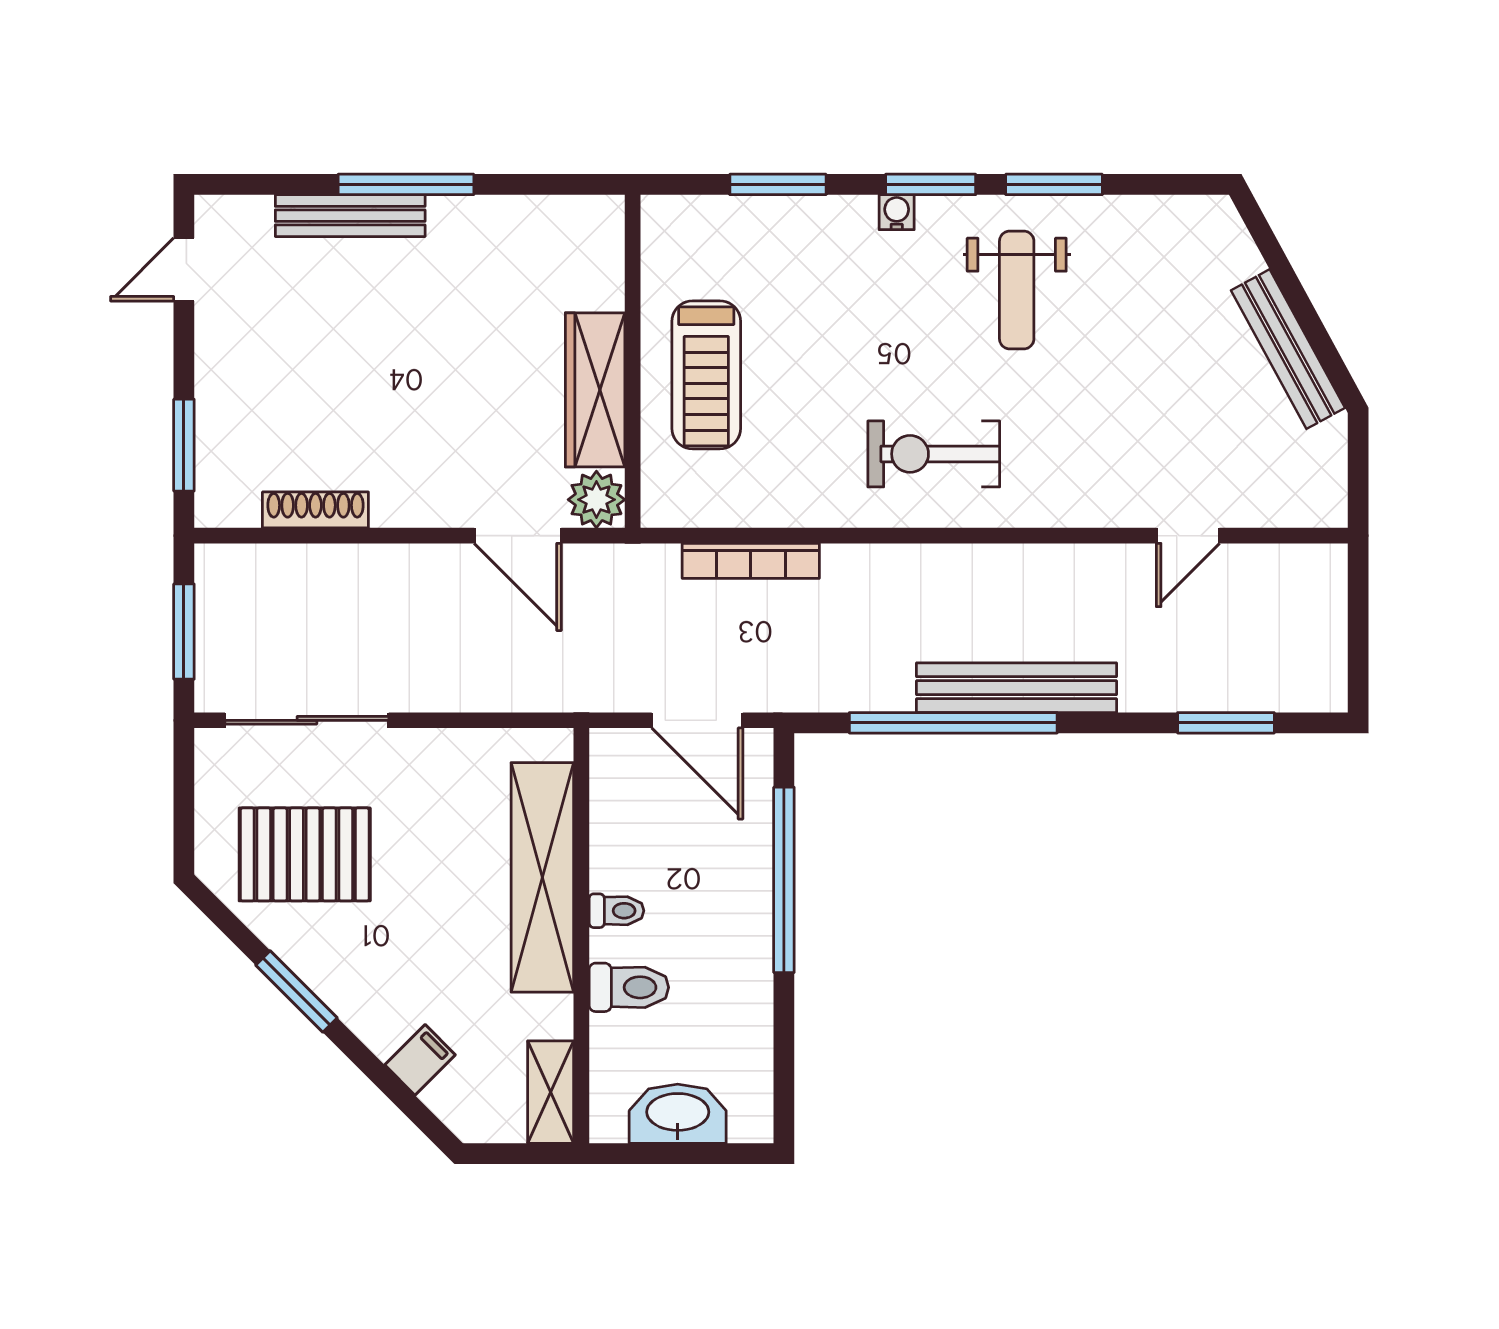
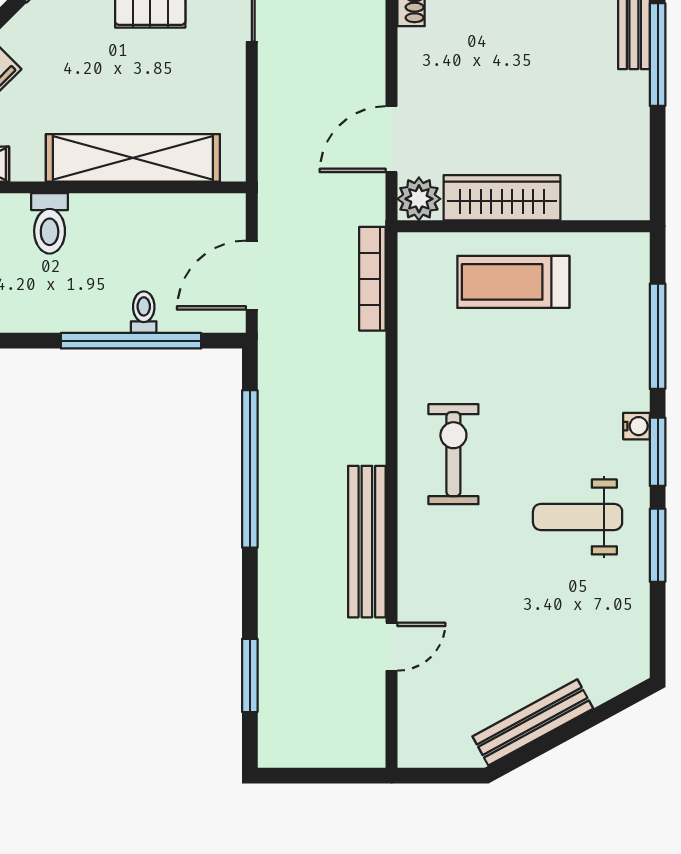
window: (778, 184) -> (658, 336), width x1.44
door: (1188, 536) -> (392, 647), swing flipped
bookcase: (751, 561) -> (372, 279), moved
bench: (1016, 688) -> (367, 542), moved
toilet: (616, 911) -> (144, 312), moved, turned 180

